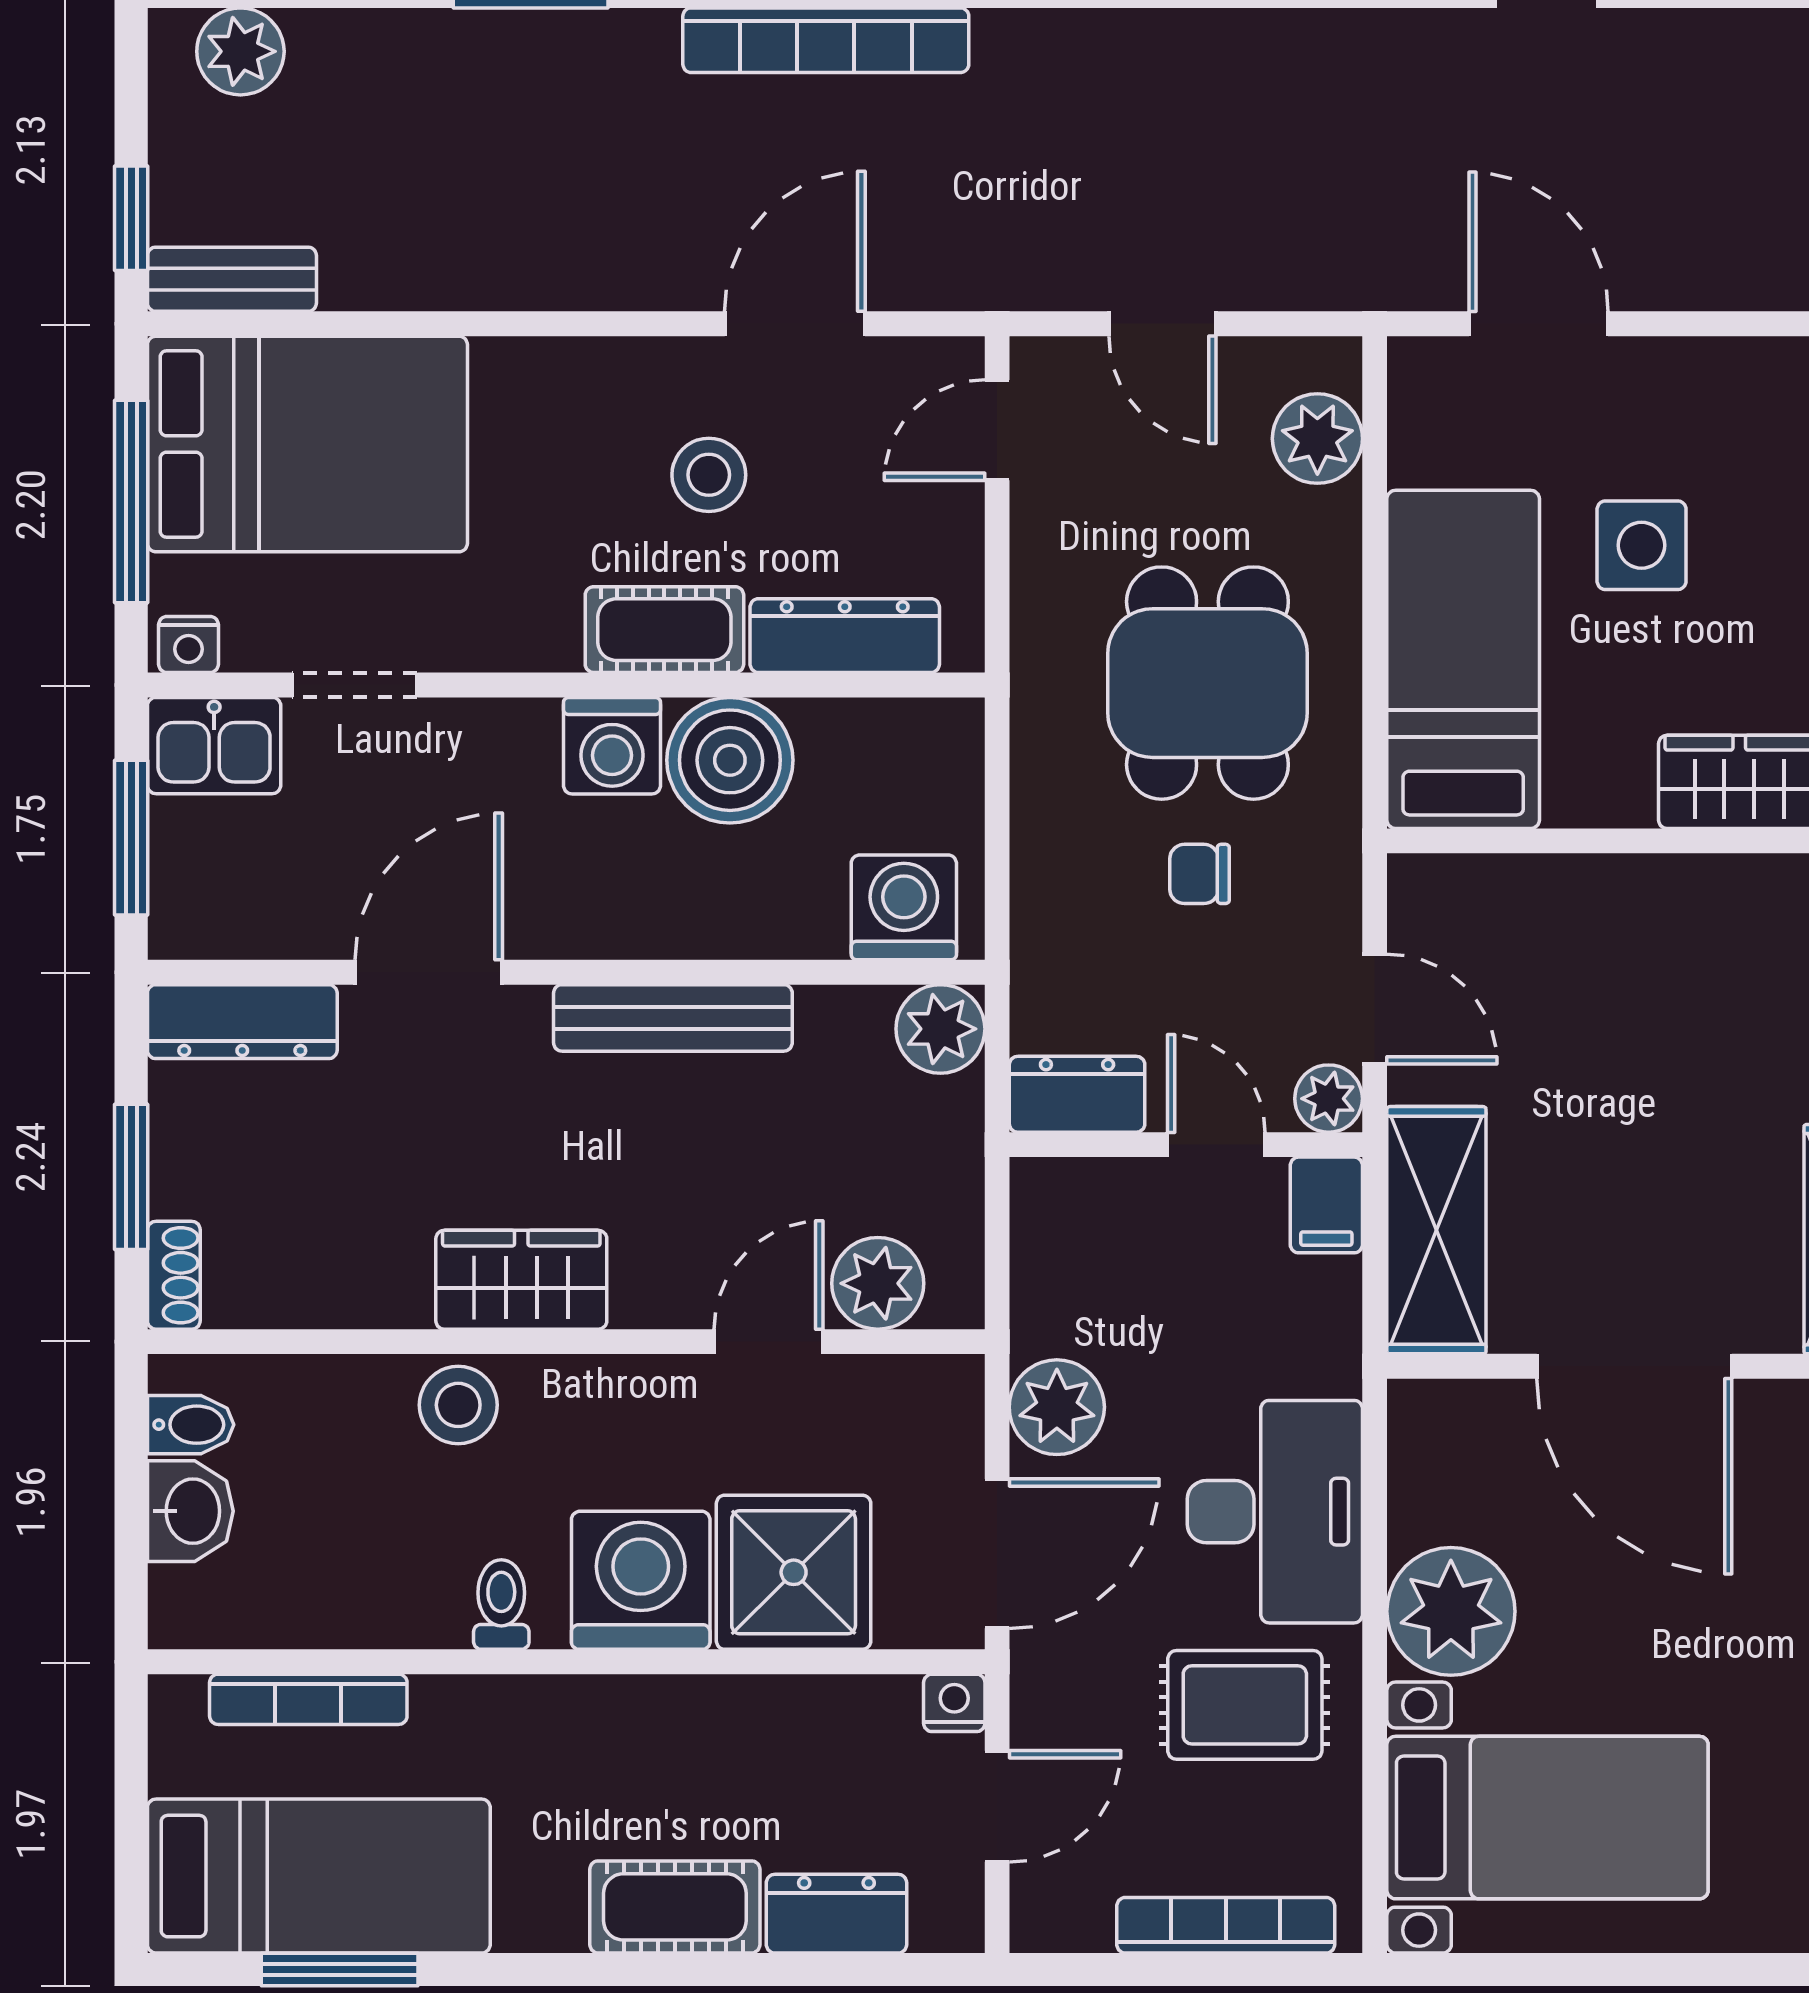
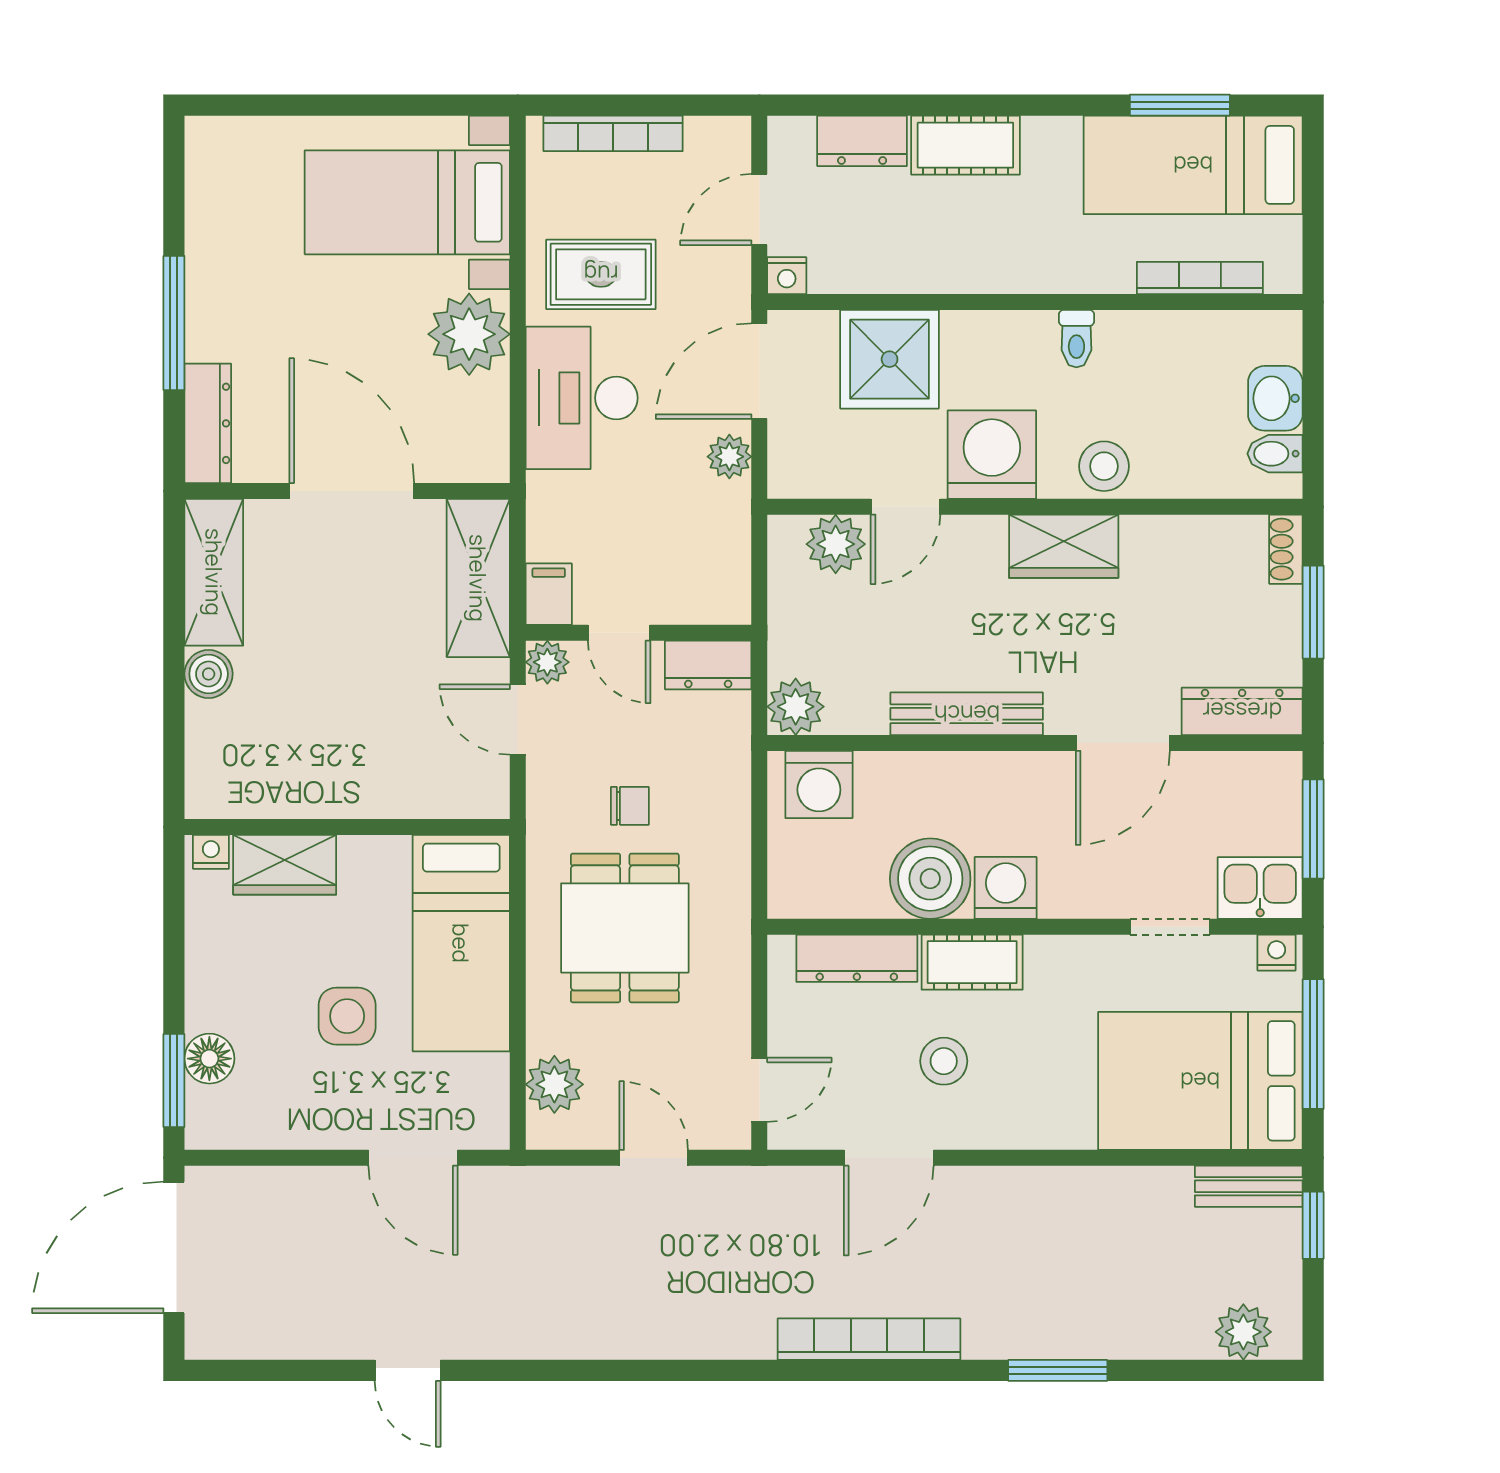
plant: (1057, 1407) -> (729, 457), width x0.73, depth x0.73
washing machine: (641, 1580) -> (992, 455), moved, turned 180

